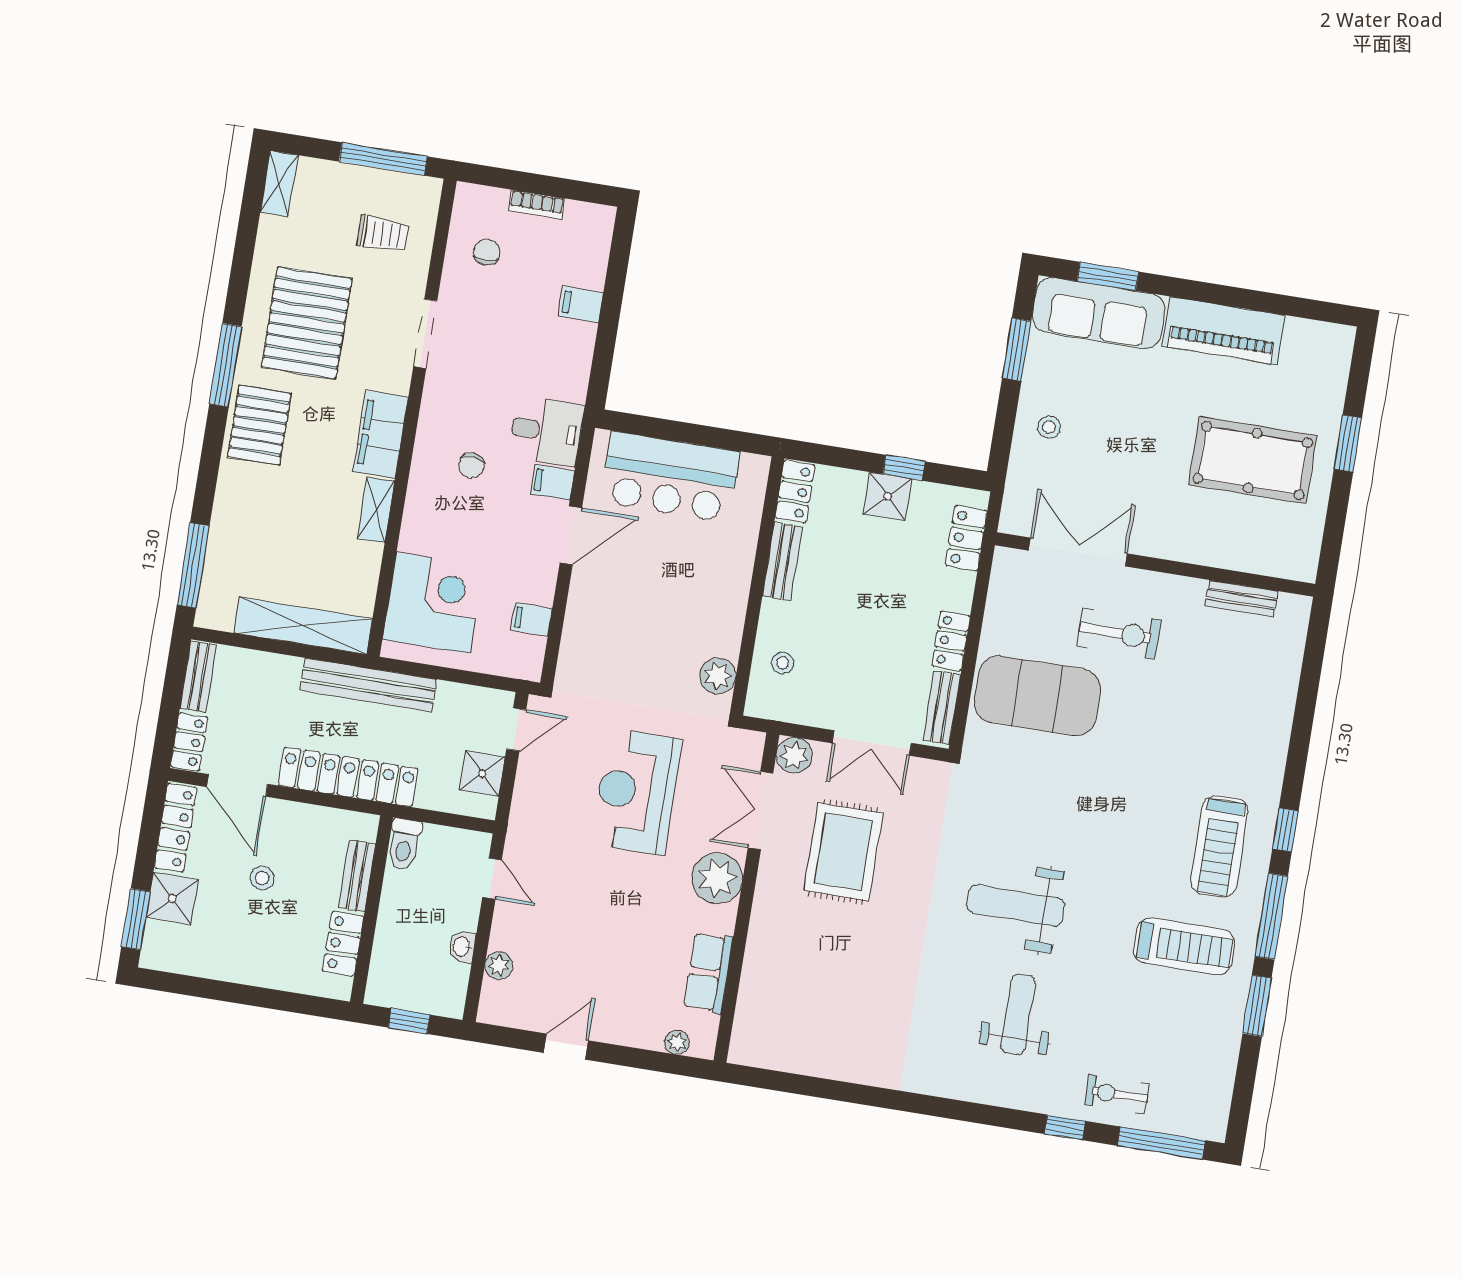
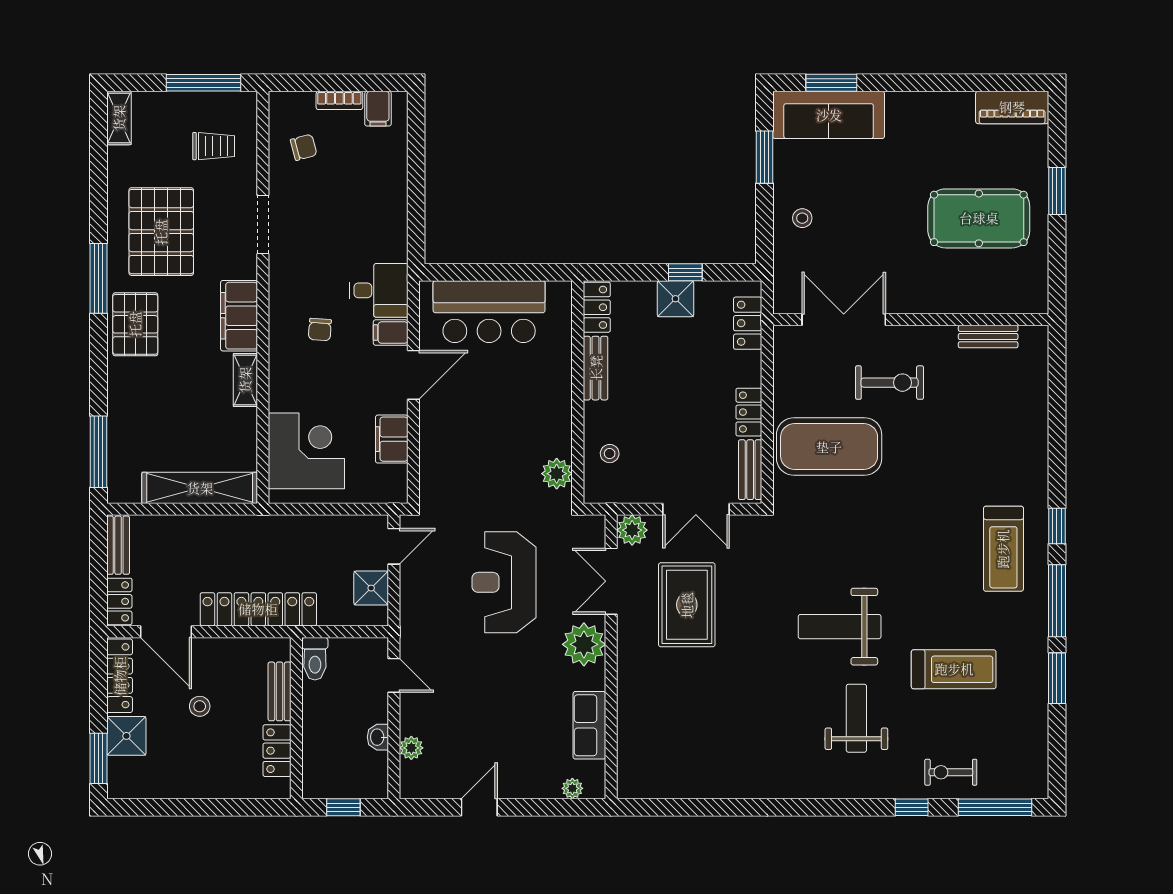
chair: (487, 252) -> (304, 147), turned 75
filing cabinet: (581, 304) -> (378, 109), moved, turned -90
piano: (1223, 331) -> (1012, 107), moved, width x0.73, depth x0.75
filing cabinet: (532, 619) -> (392, 439), width x2.00
bench: (368, 685) -> (263, 529), removed
treadmill: (1184, 946) -> (954, 669), moved

